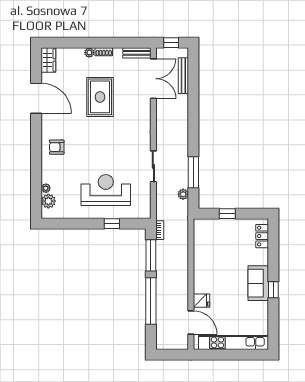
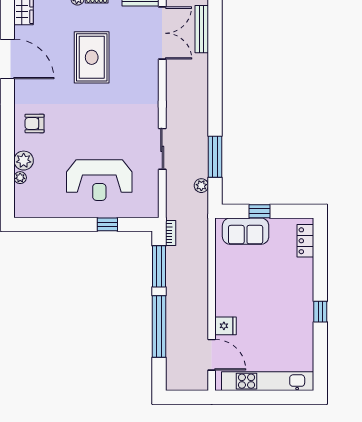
reception desk: (106, 190) -> (99, 180), turned 180
plant: (48, 201) -> (24, 161), moved
sofa: (258, 283) -> (246, 231), moved, turned -90

